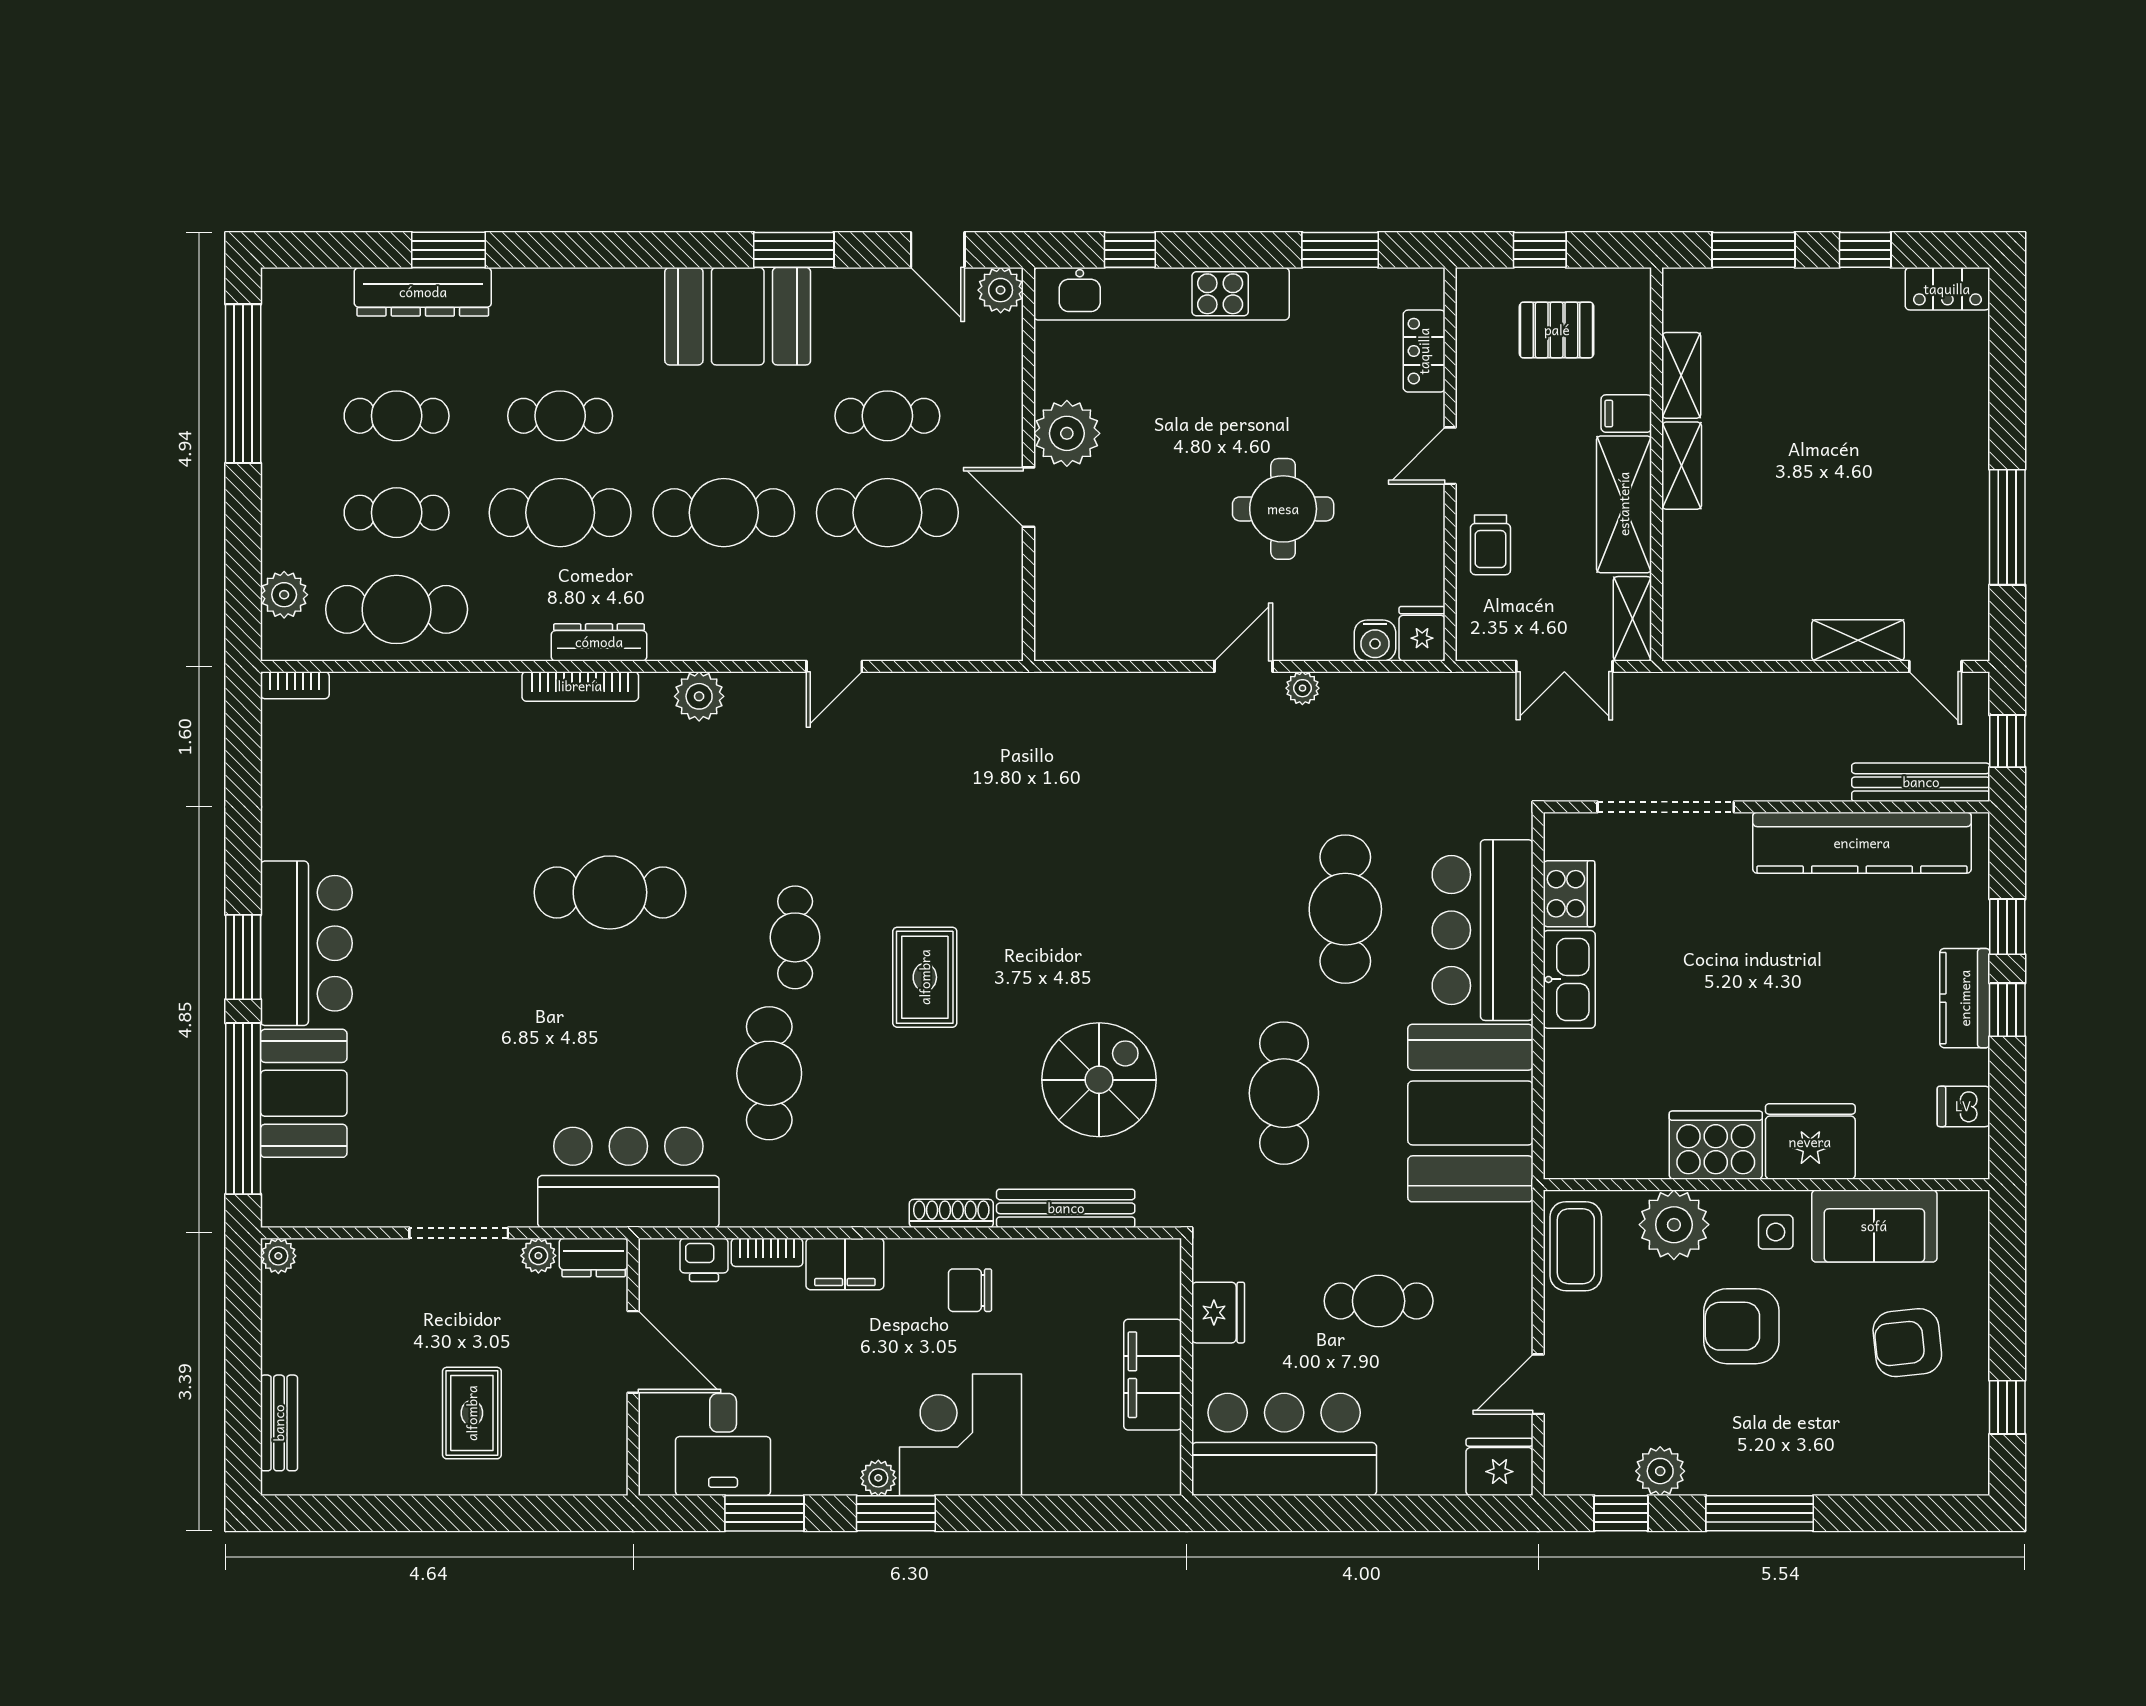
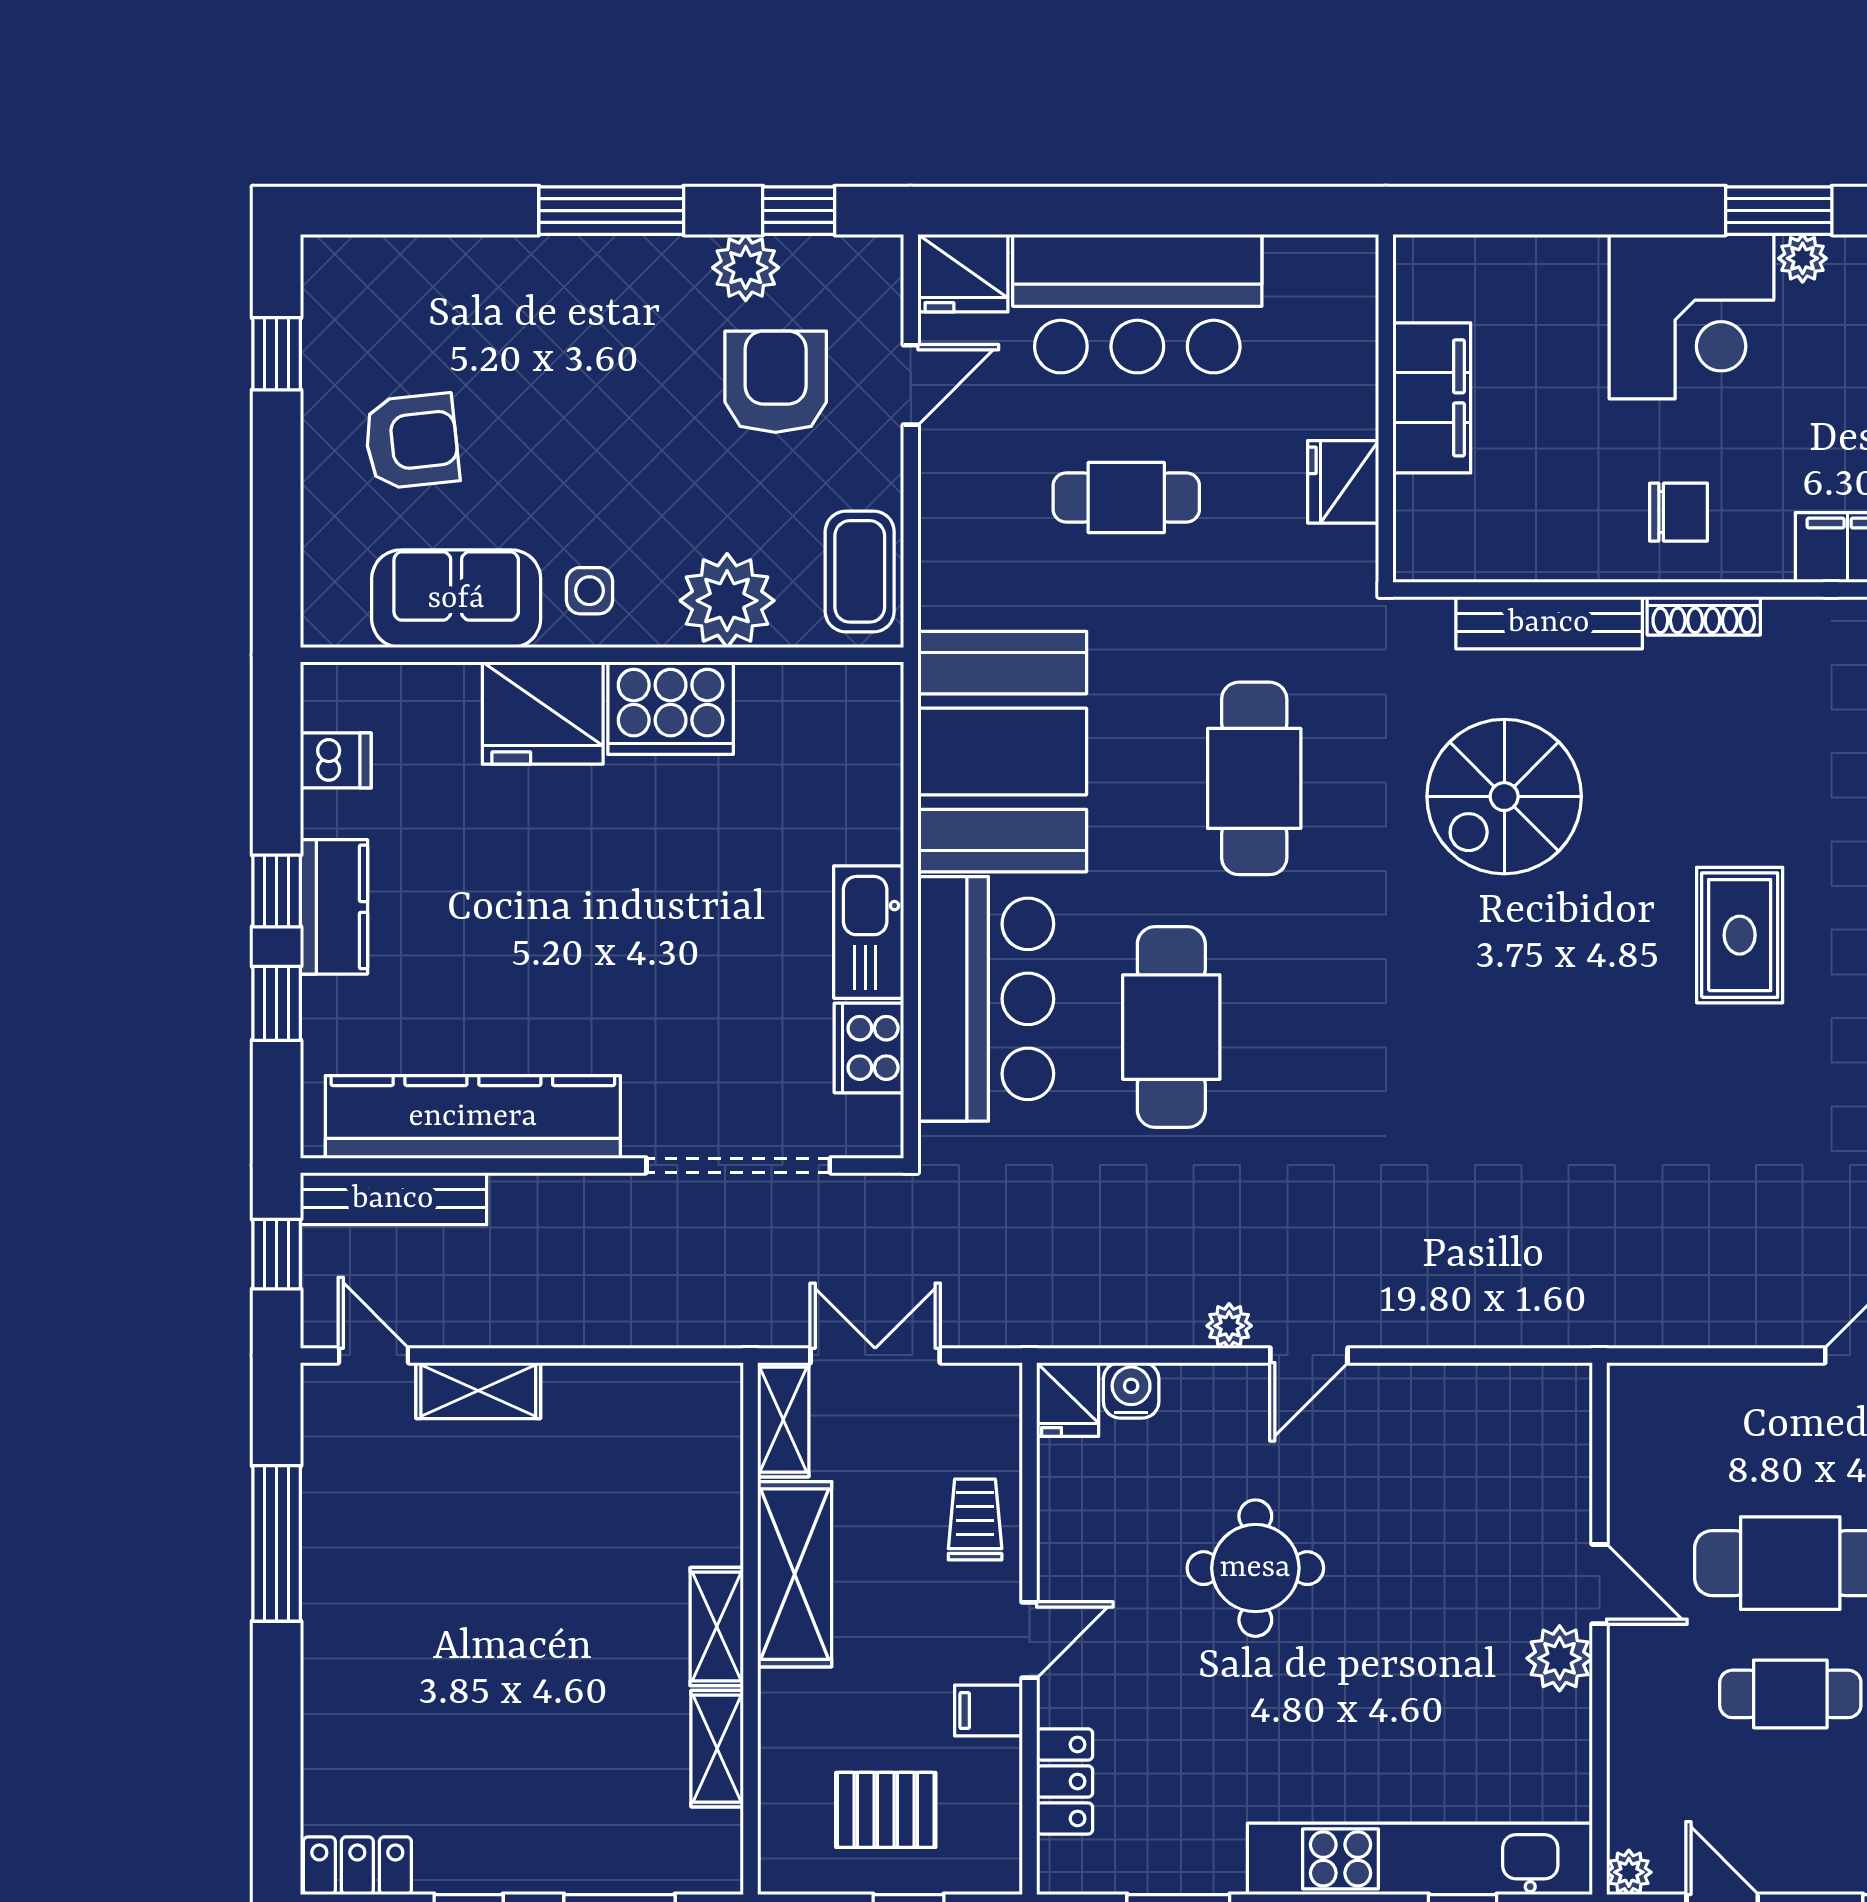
plant: (1001, 290) -> (1629, 1872), width x0.73, depth x0.73
filing cabinet: (1626, 414) -> (988, 1711), moved, turned 180
plant: (1067, 433) -> (1560, 1658), width x0.73, depth x0.73
armchair: (1741, 1326) -> (776, 382), moved, turned -90
bar counter: (1284, 1444) -> (1137, 304), moved

